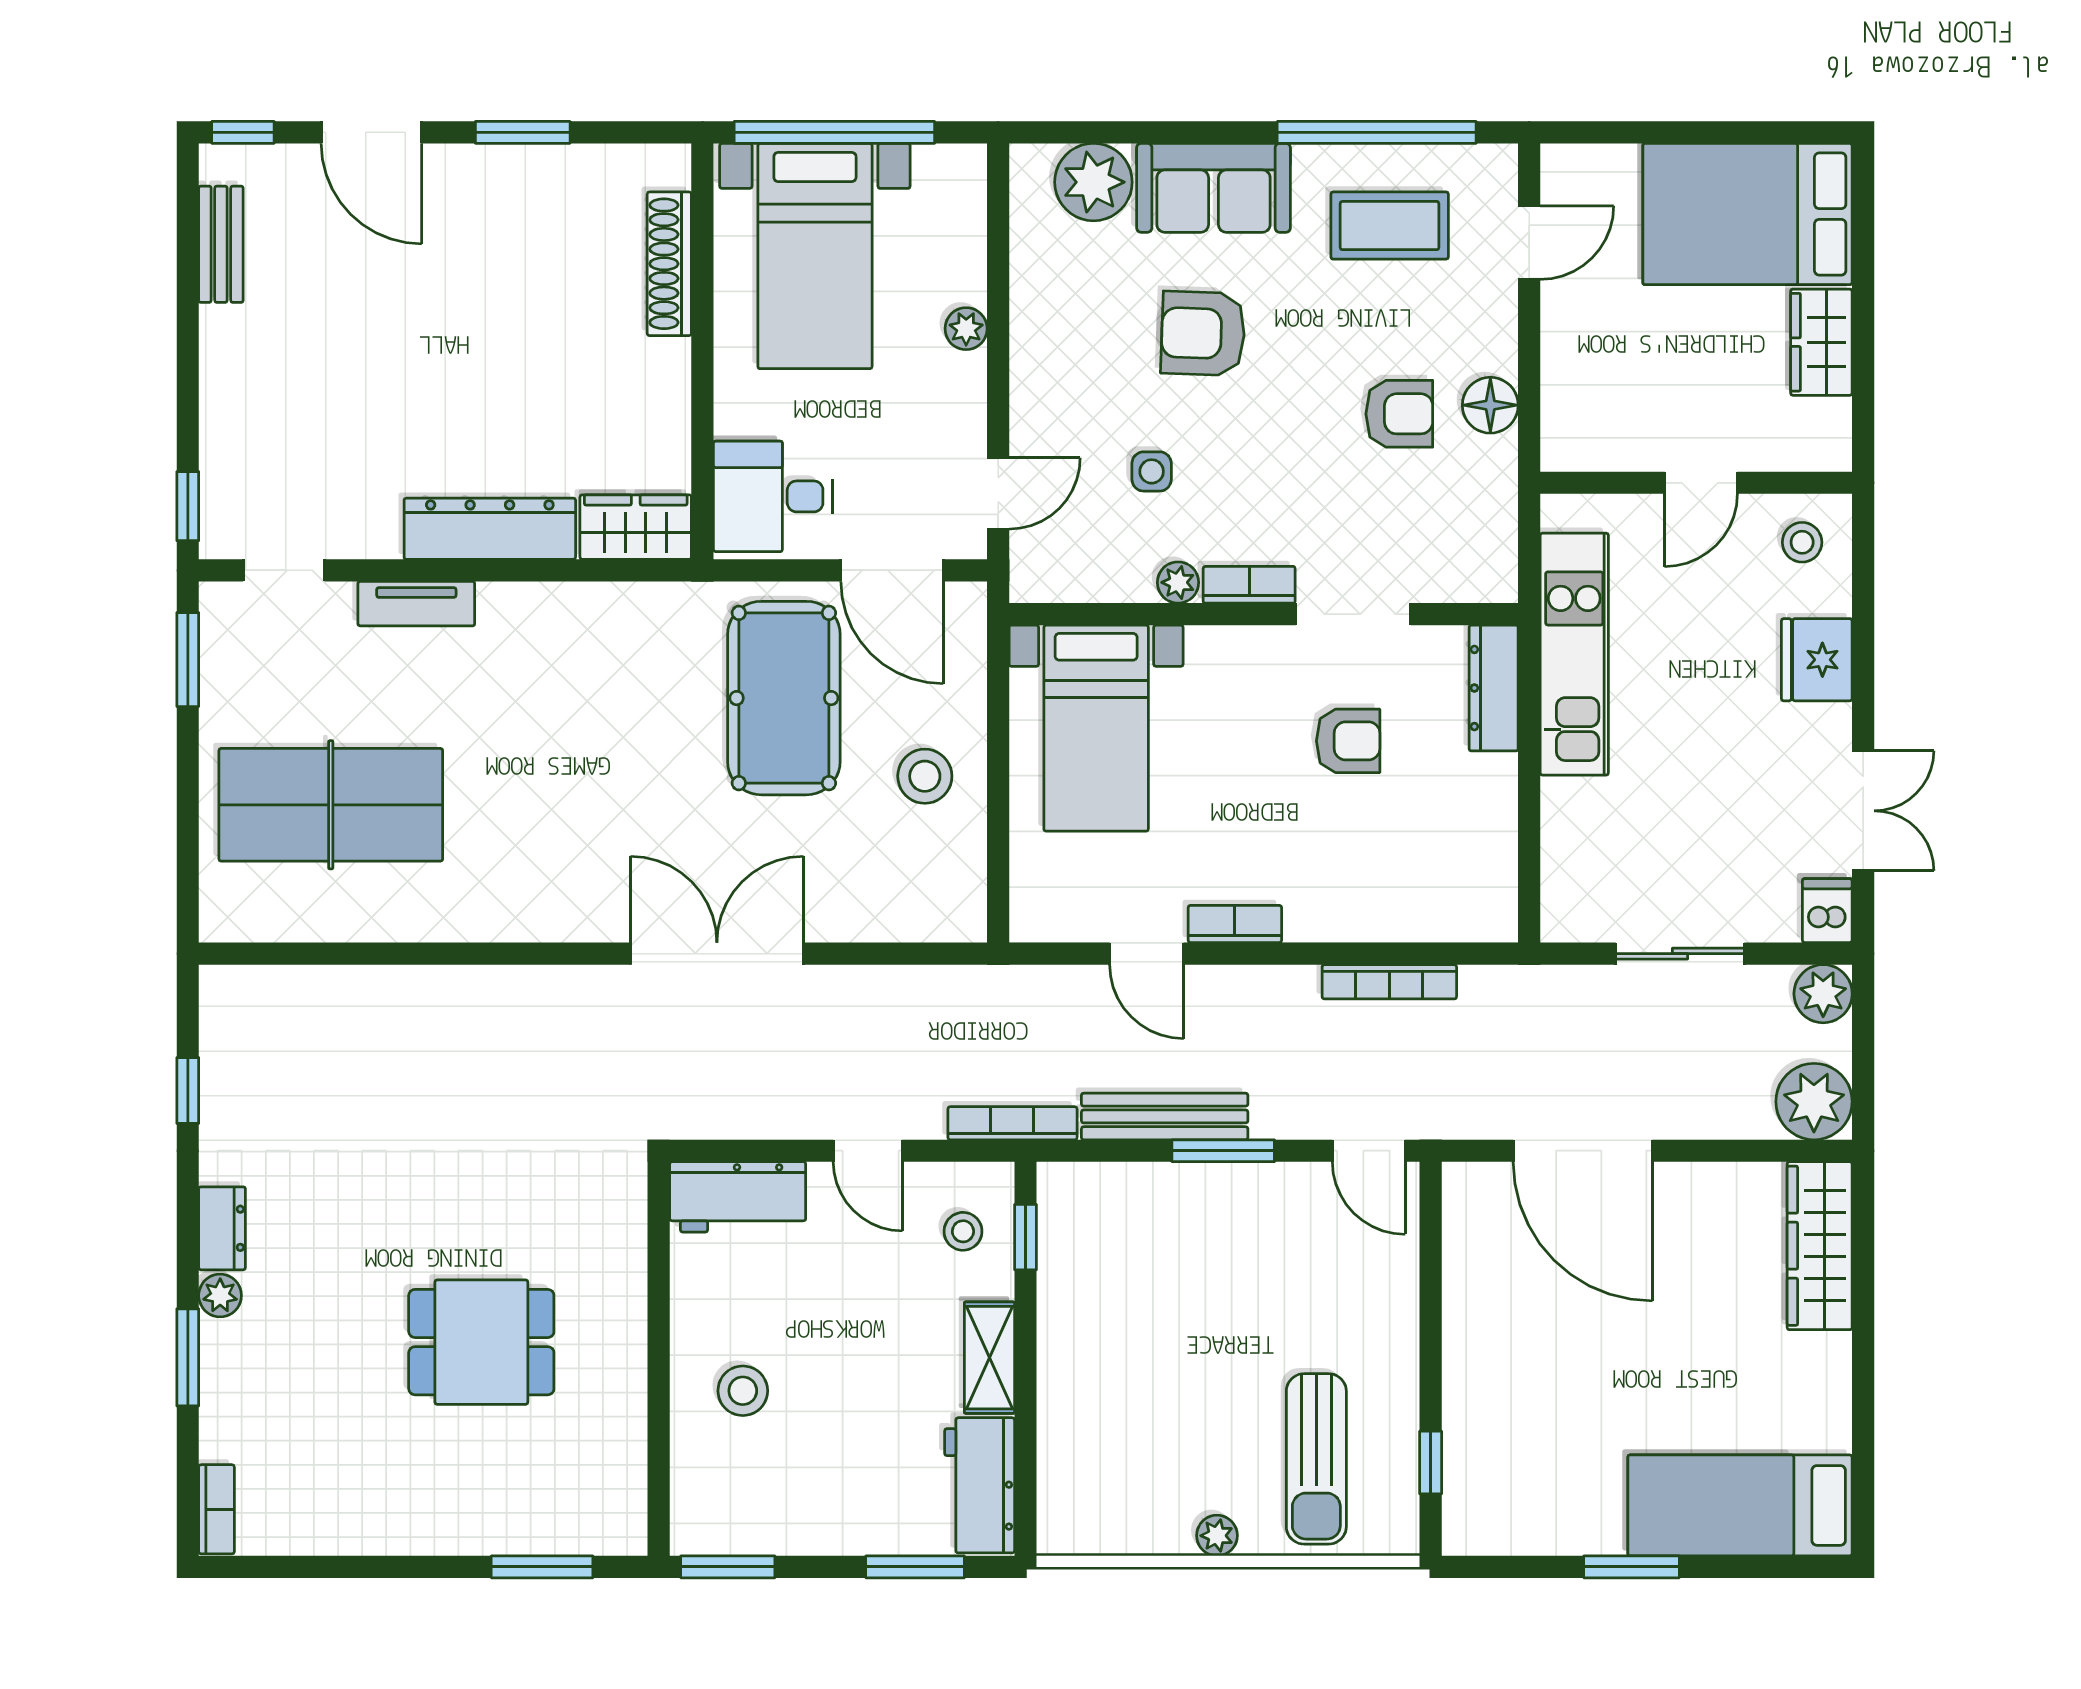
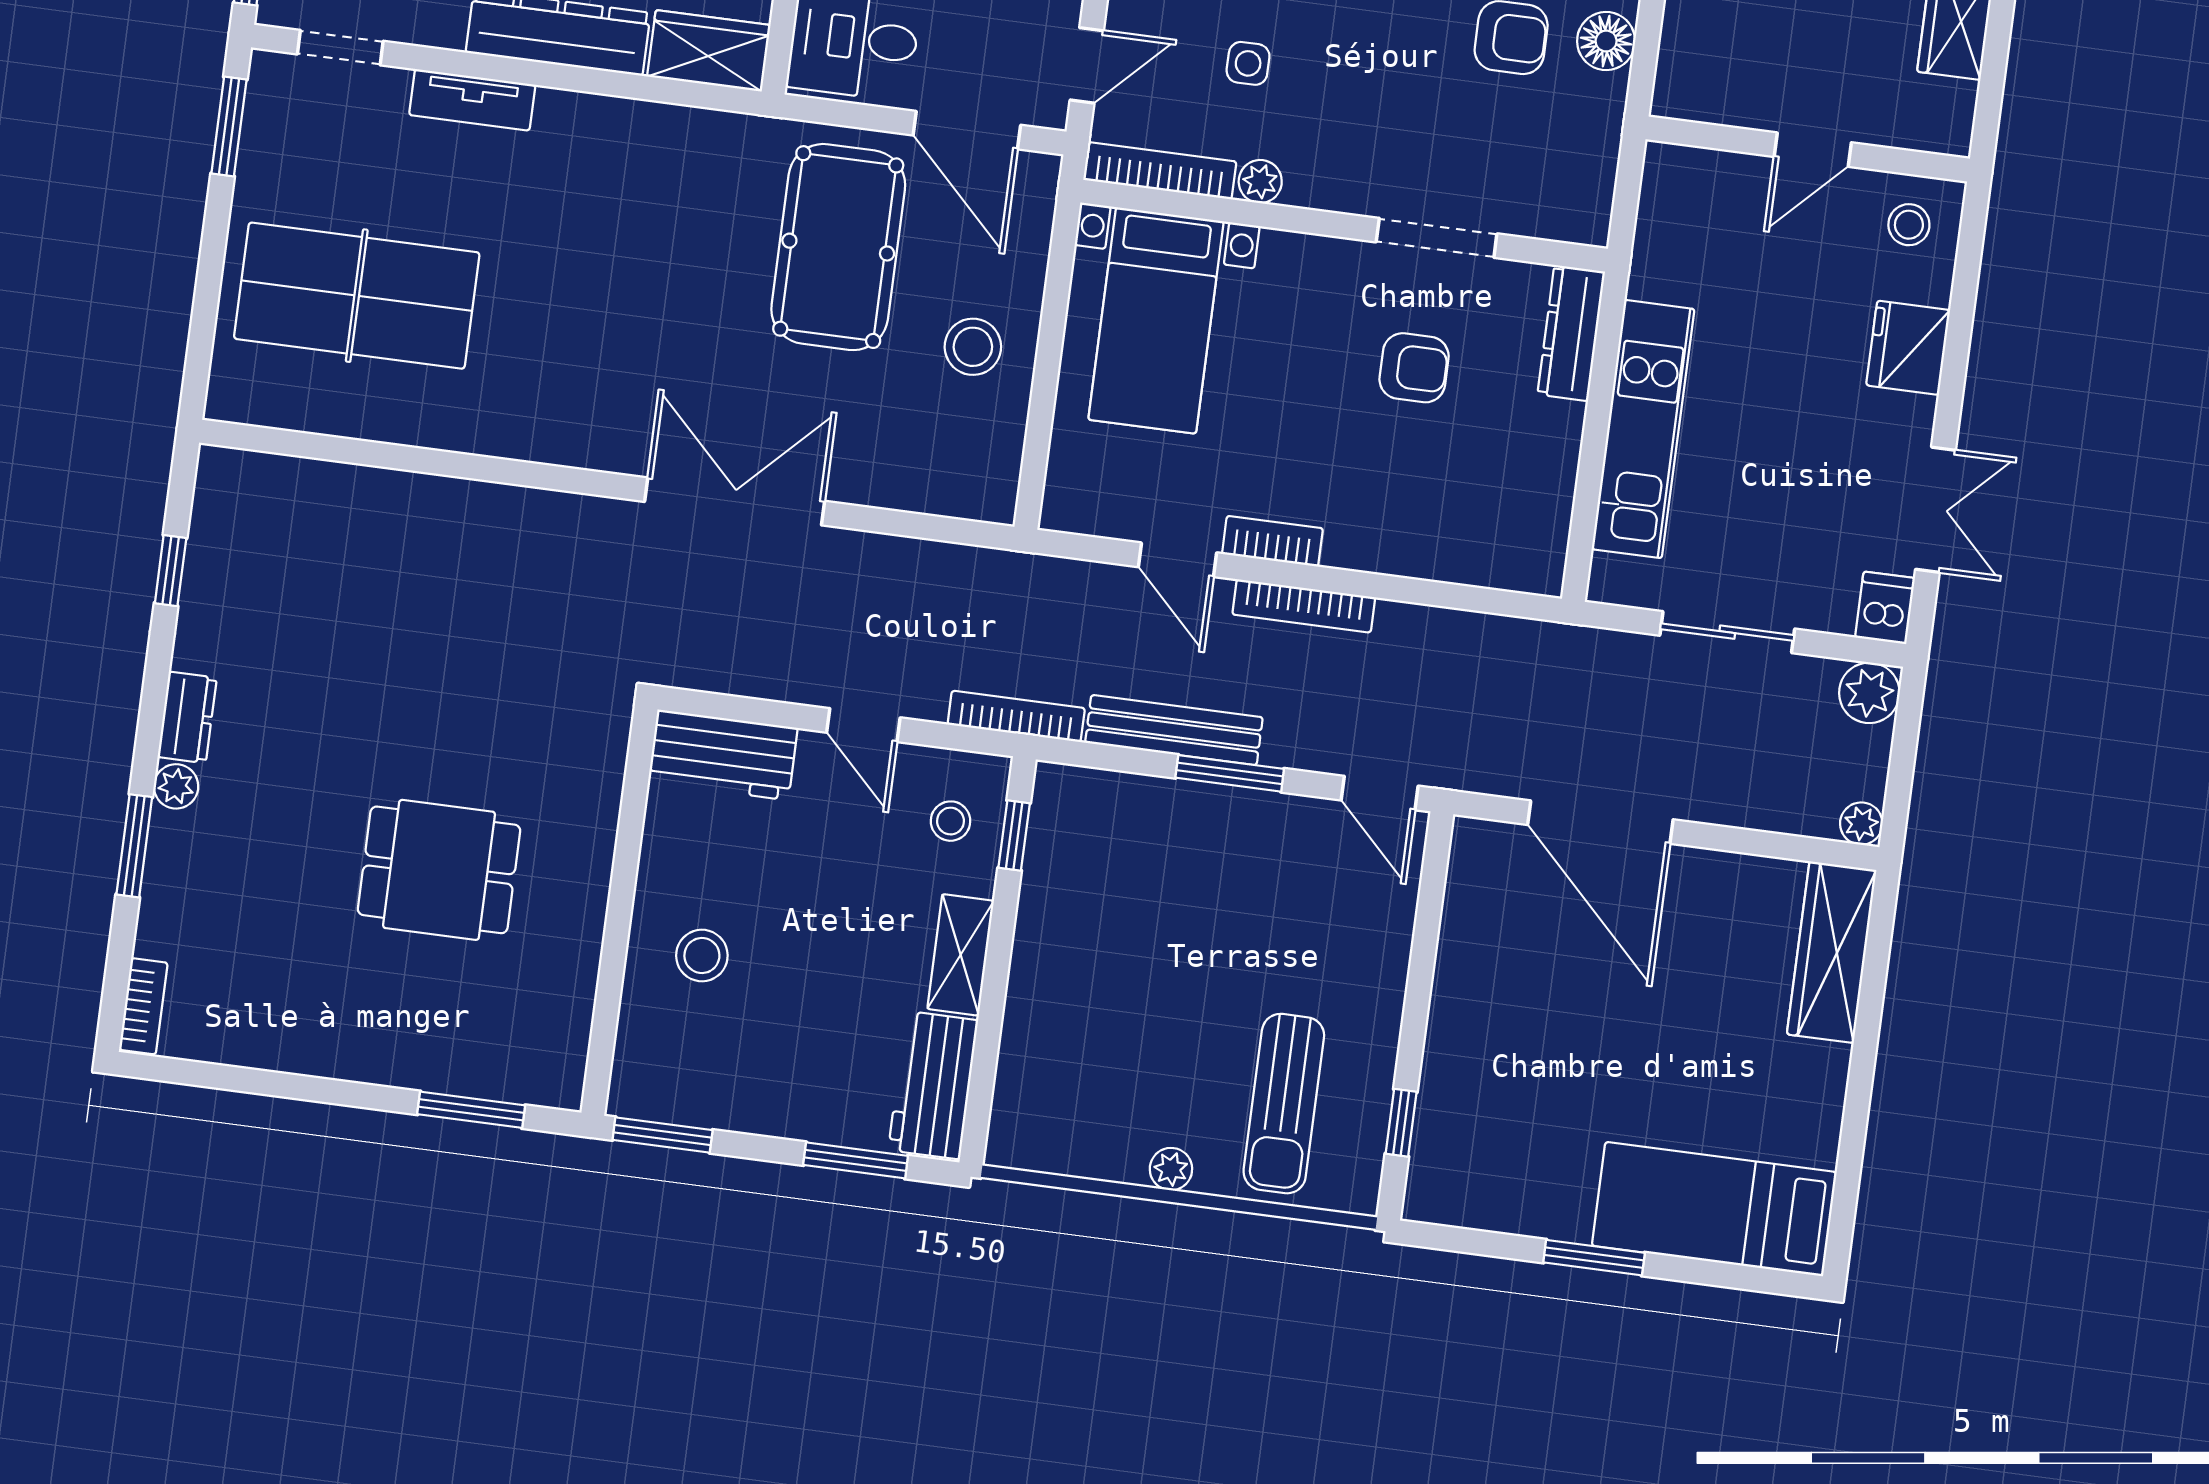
bookcase: (1249, 585) -> (1160, 171), moved, width x1.56
kitchen unit: (1574, 654) -> (1643, 429), moved
bookcase: (1389, 982) -> (1304, 606), moved
plant: (1814, 1102) -> (1861, 824), width x0.53, depth x0.53

